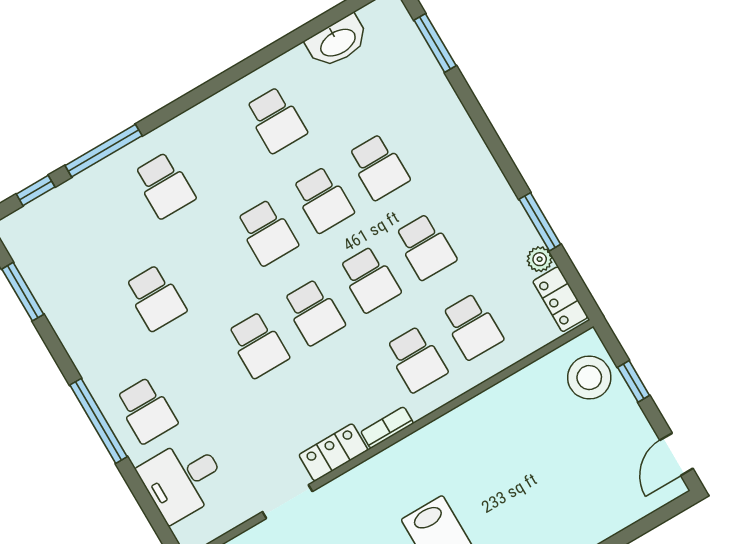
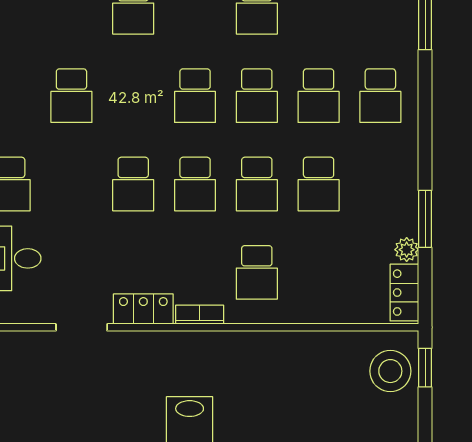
school desk: (472, 326) -> (380, 96), moved
window: (634, 381) -> (425, 368), moved

